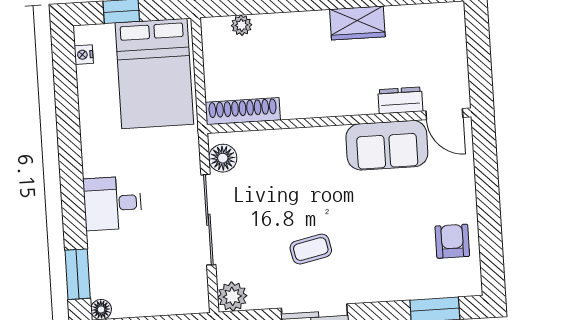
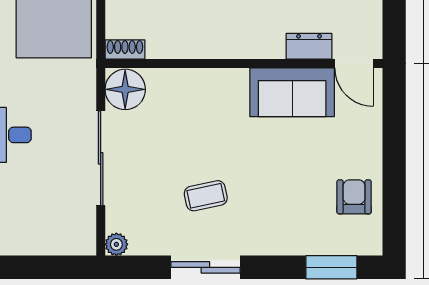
shoe rack: (243, 111) -> (125, 49), width x0.51, depth x0.81
floor lamp: (223, 158) -> (125, 89), width x1.38, depth x1.38
plant: (232, 296) -> (116, 244), width x0.73, depth x0.73

